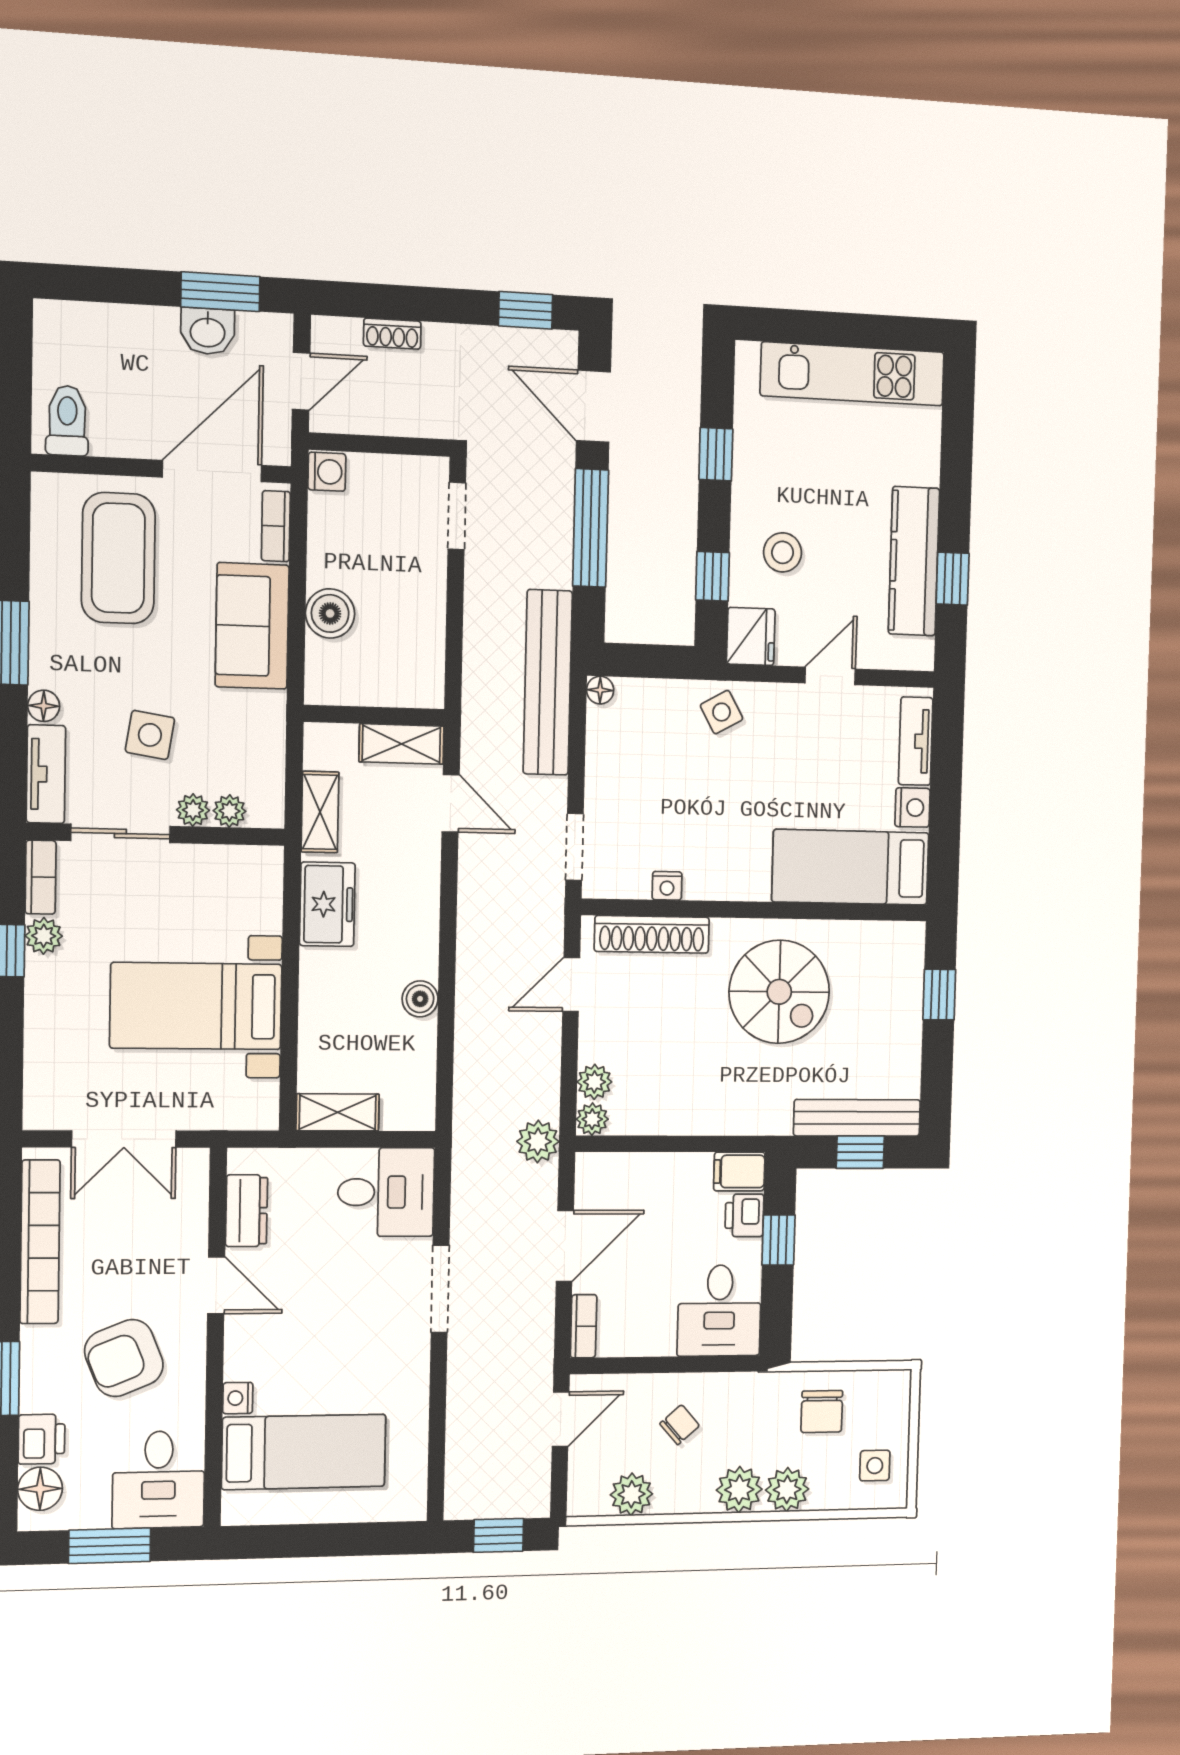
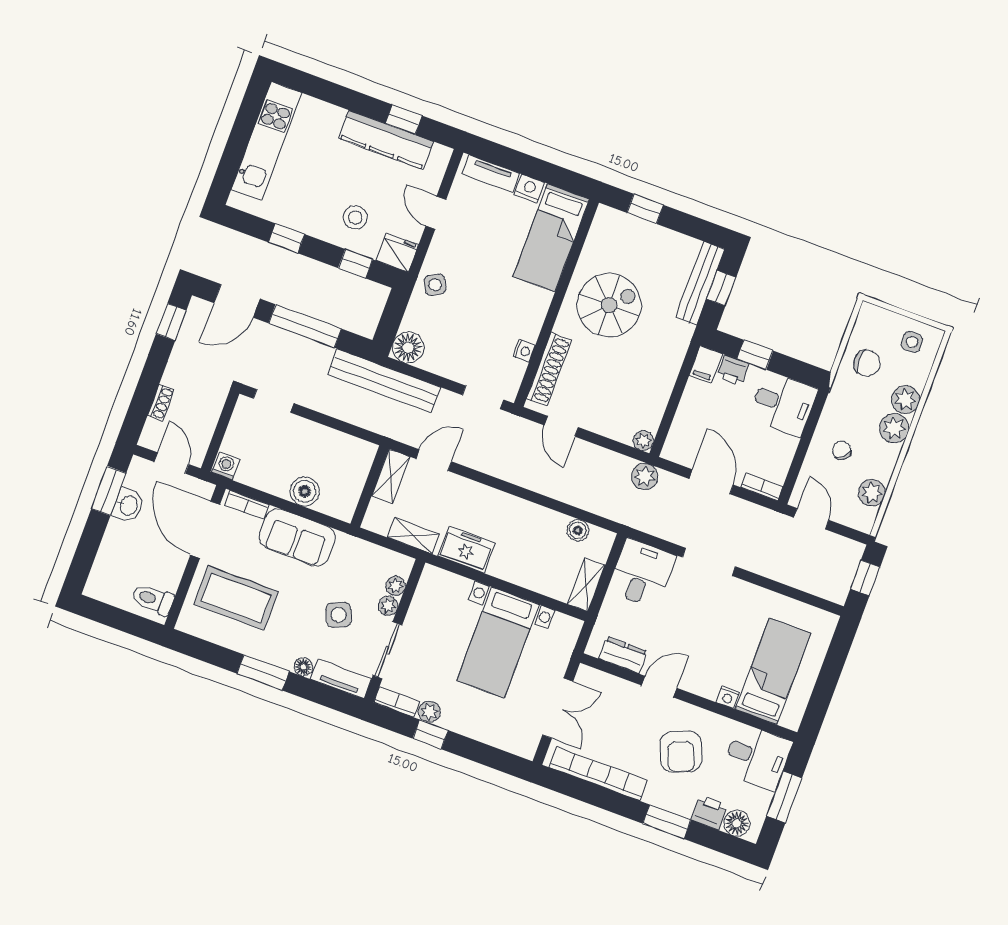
floor lamp: (600, 690) -> (408, 347), width x1.89, depth x1.89
side table: (150, 735) -> (339, 615), turned -33
boiler: (420, 999) -> (578, 530), moved
plant: (594, 1082) -> (622, 432), removed

